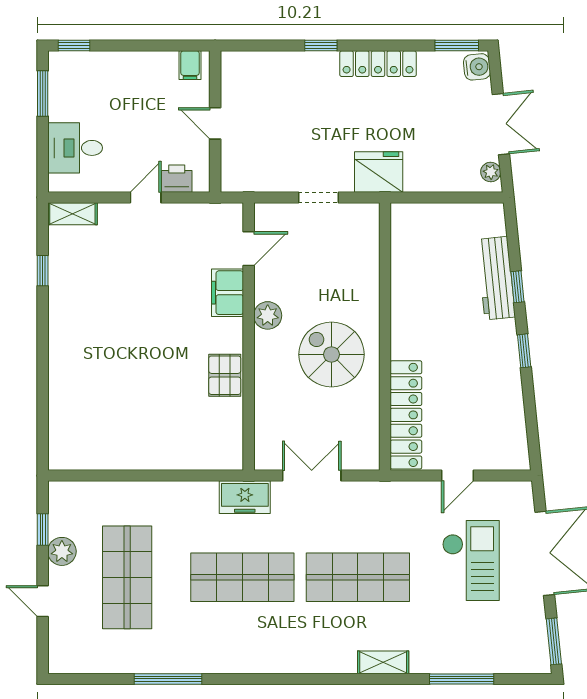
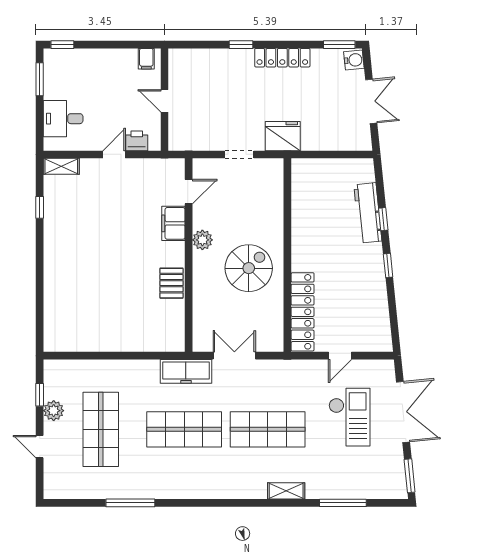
plant: (491, 172) -> (364, 136), removed
spiral stairs: (332, 354) -> (249, 268), turned 90
freezer: (245, 497) -> (186, 371), width x1.40

